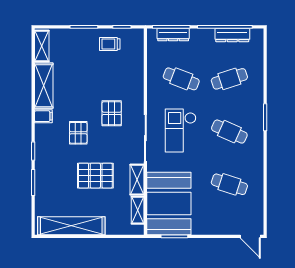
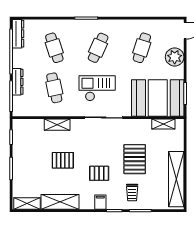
dresser: (173, 35) -> (18, 82), moved
dresser: (232, 35) -> (18, 34), moved
trolley: (110, 44) -> (132, 193), moved
cafe table: (181, 79) -> (54, 88), turned -33
pallet: (112, 113) -> (63, 160), moved
filing cabinet: (43, 116) -> (100, 202), moved
checkout: (181, 130) -> (97, 88), turned 180
shelving: (137, 180) -> (57, 125), moved
plant: (218, 224) -> (175, 57), added

